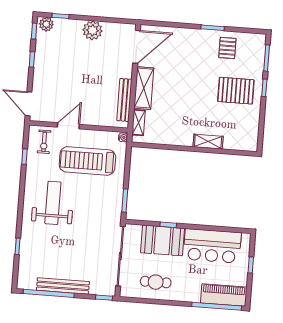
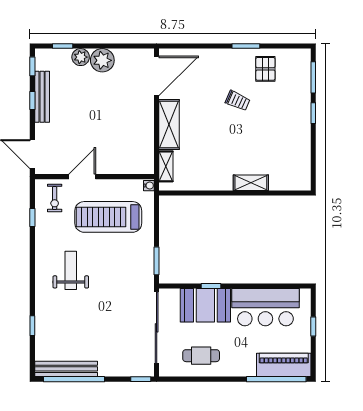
plant: (46, 24) -> (81, 57), moved
trolley: (202, 73) -> (238, 101), added
pallet: (236, 91) -> (279, 119), removed
bench: (124, 100) -> (42, 97), moved
weight bench: (53, 203) -> (71, 270), width x0.73, depth x0.75
bench: (63, 286) -> (66, 369), moved

